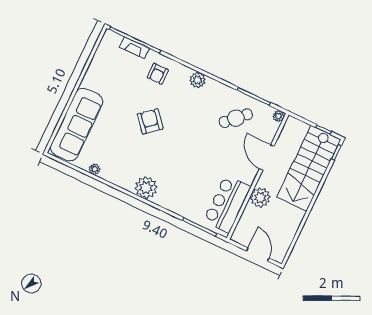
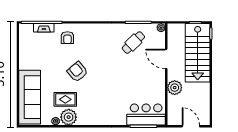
plant: (198, 80) -> (96, 29), removed
rug: (119, 148) -> (65, 99), added
plant: (146, 188) -> (69, 117), moved
bar counter: (227, 204) -> (146, 115), moved, turned 90

